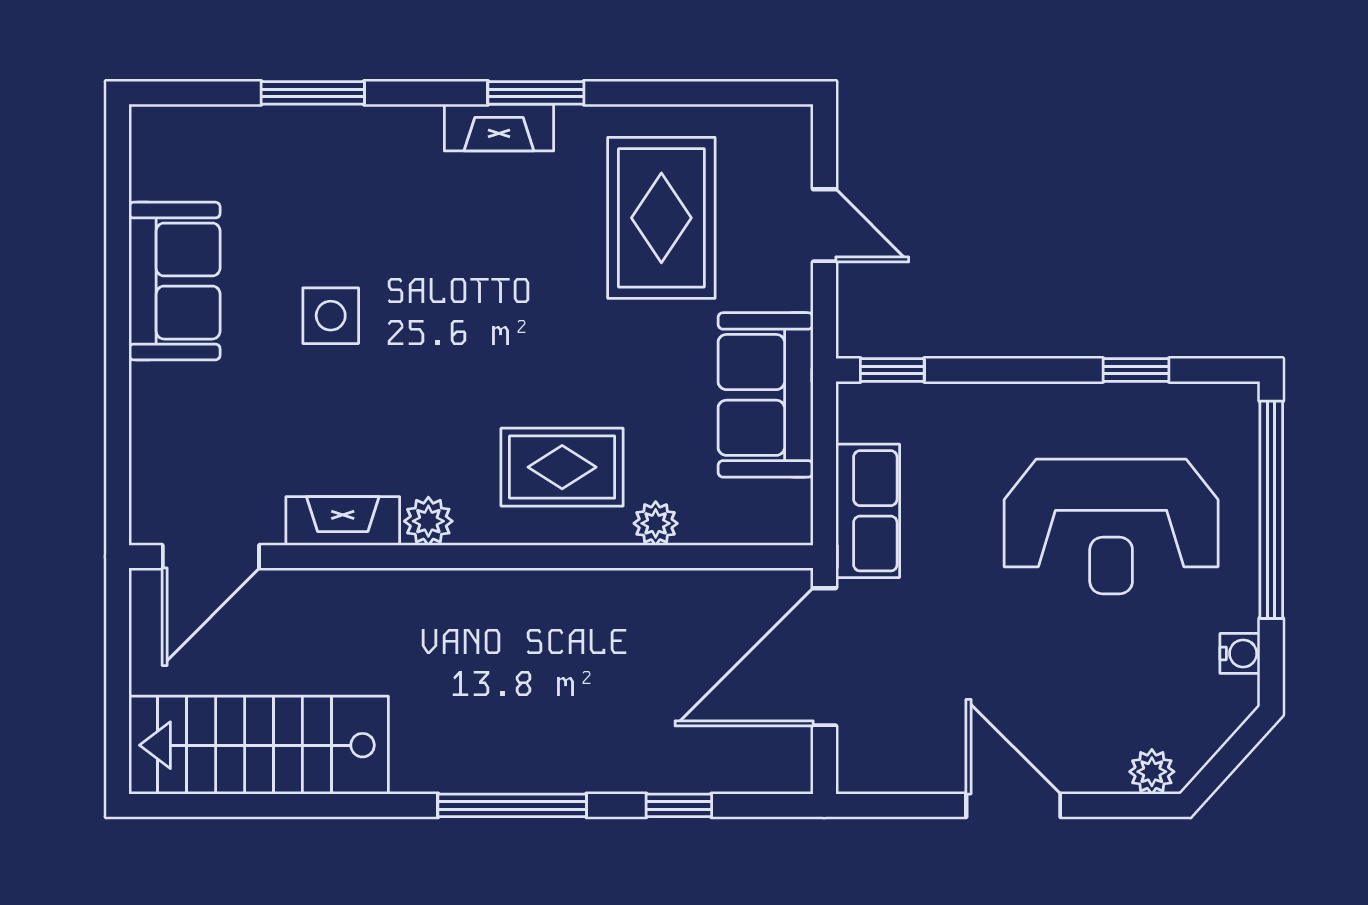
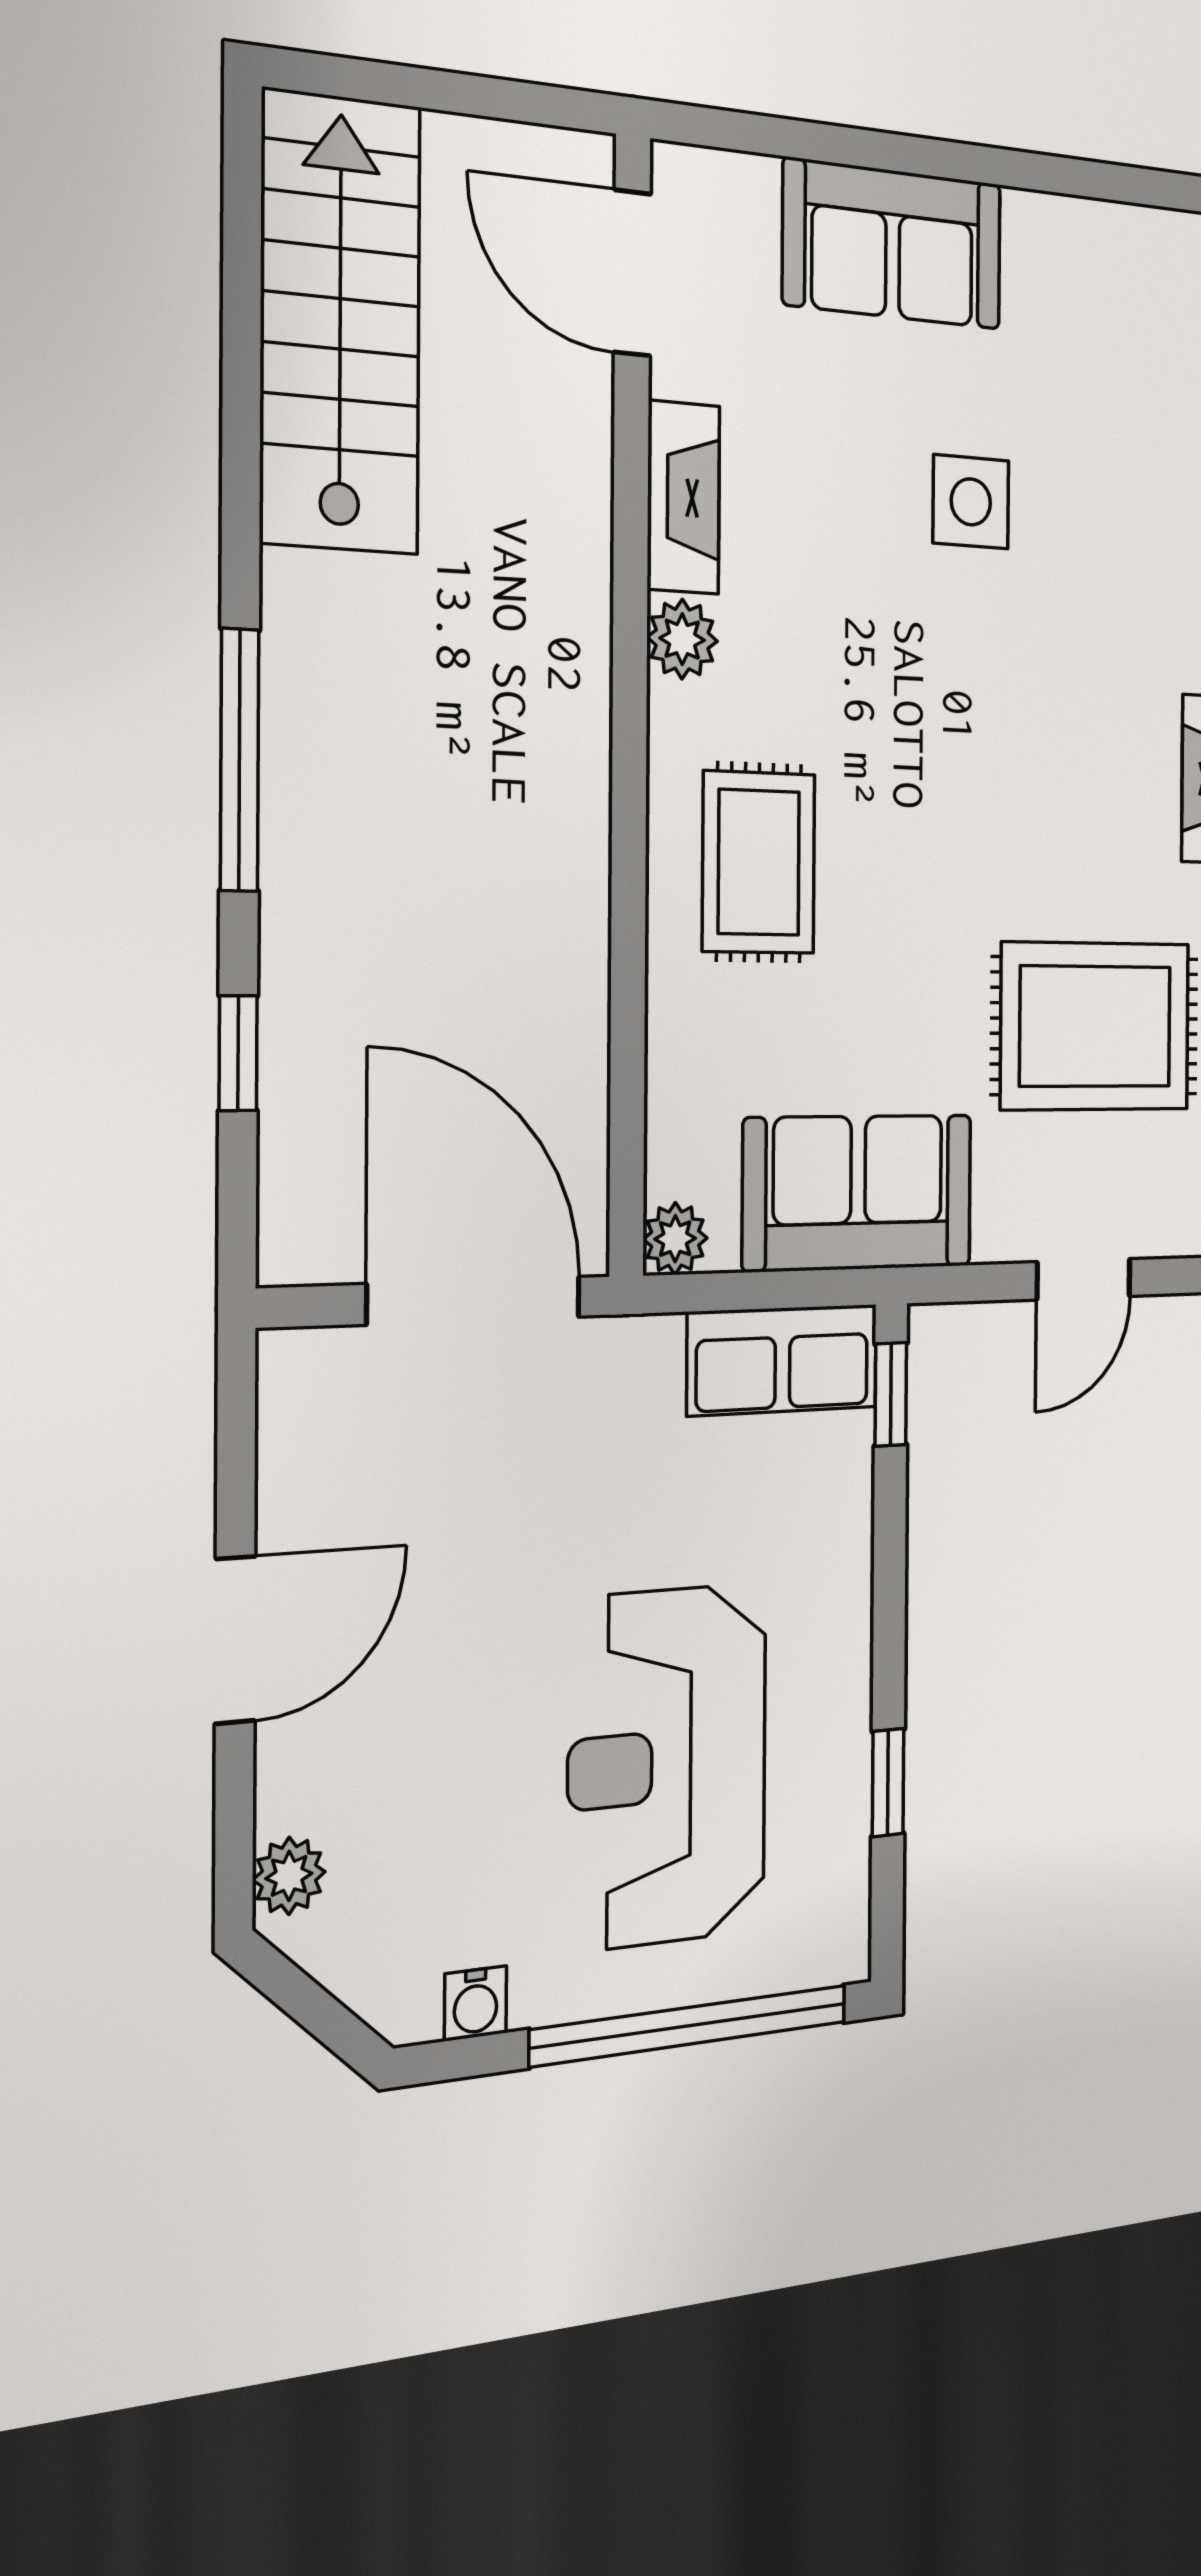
sofa: (174, 281) -> (893, 244), moved
row of seats: (868, 511) -> (783, 1360), moved
plant: (656, 523) -> (675, 1239), moved

